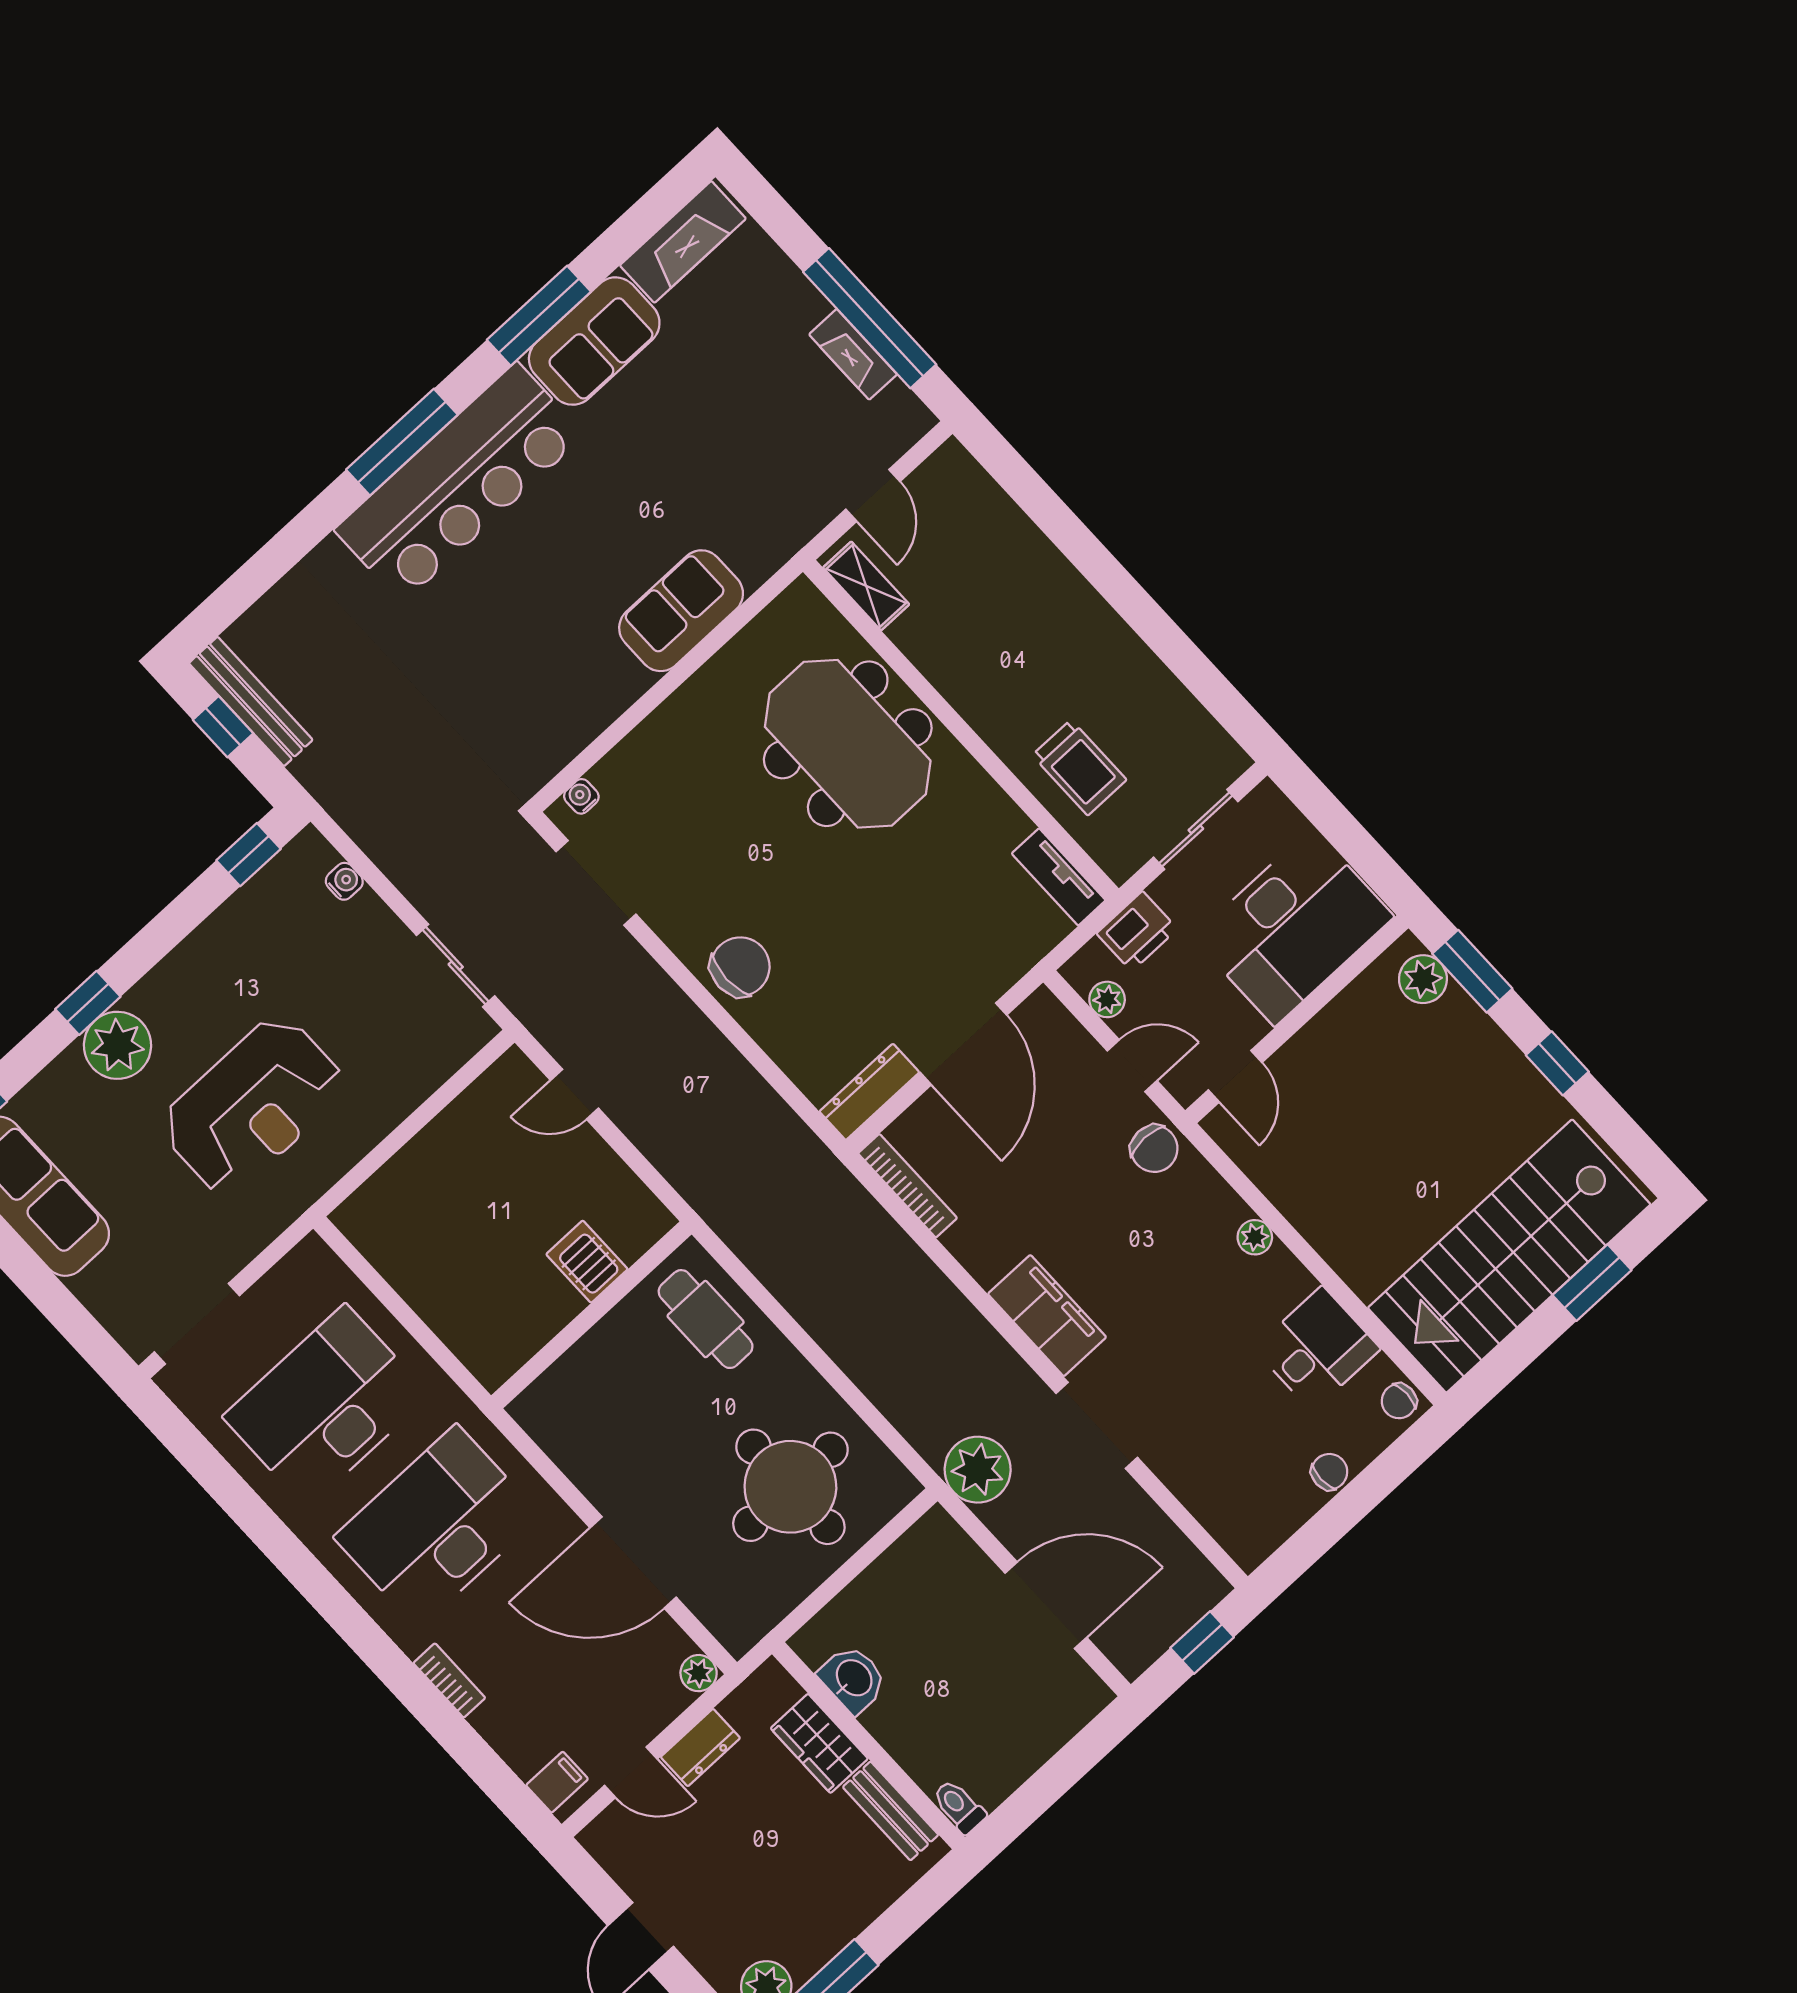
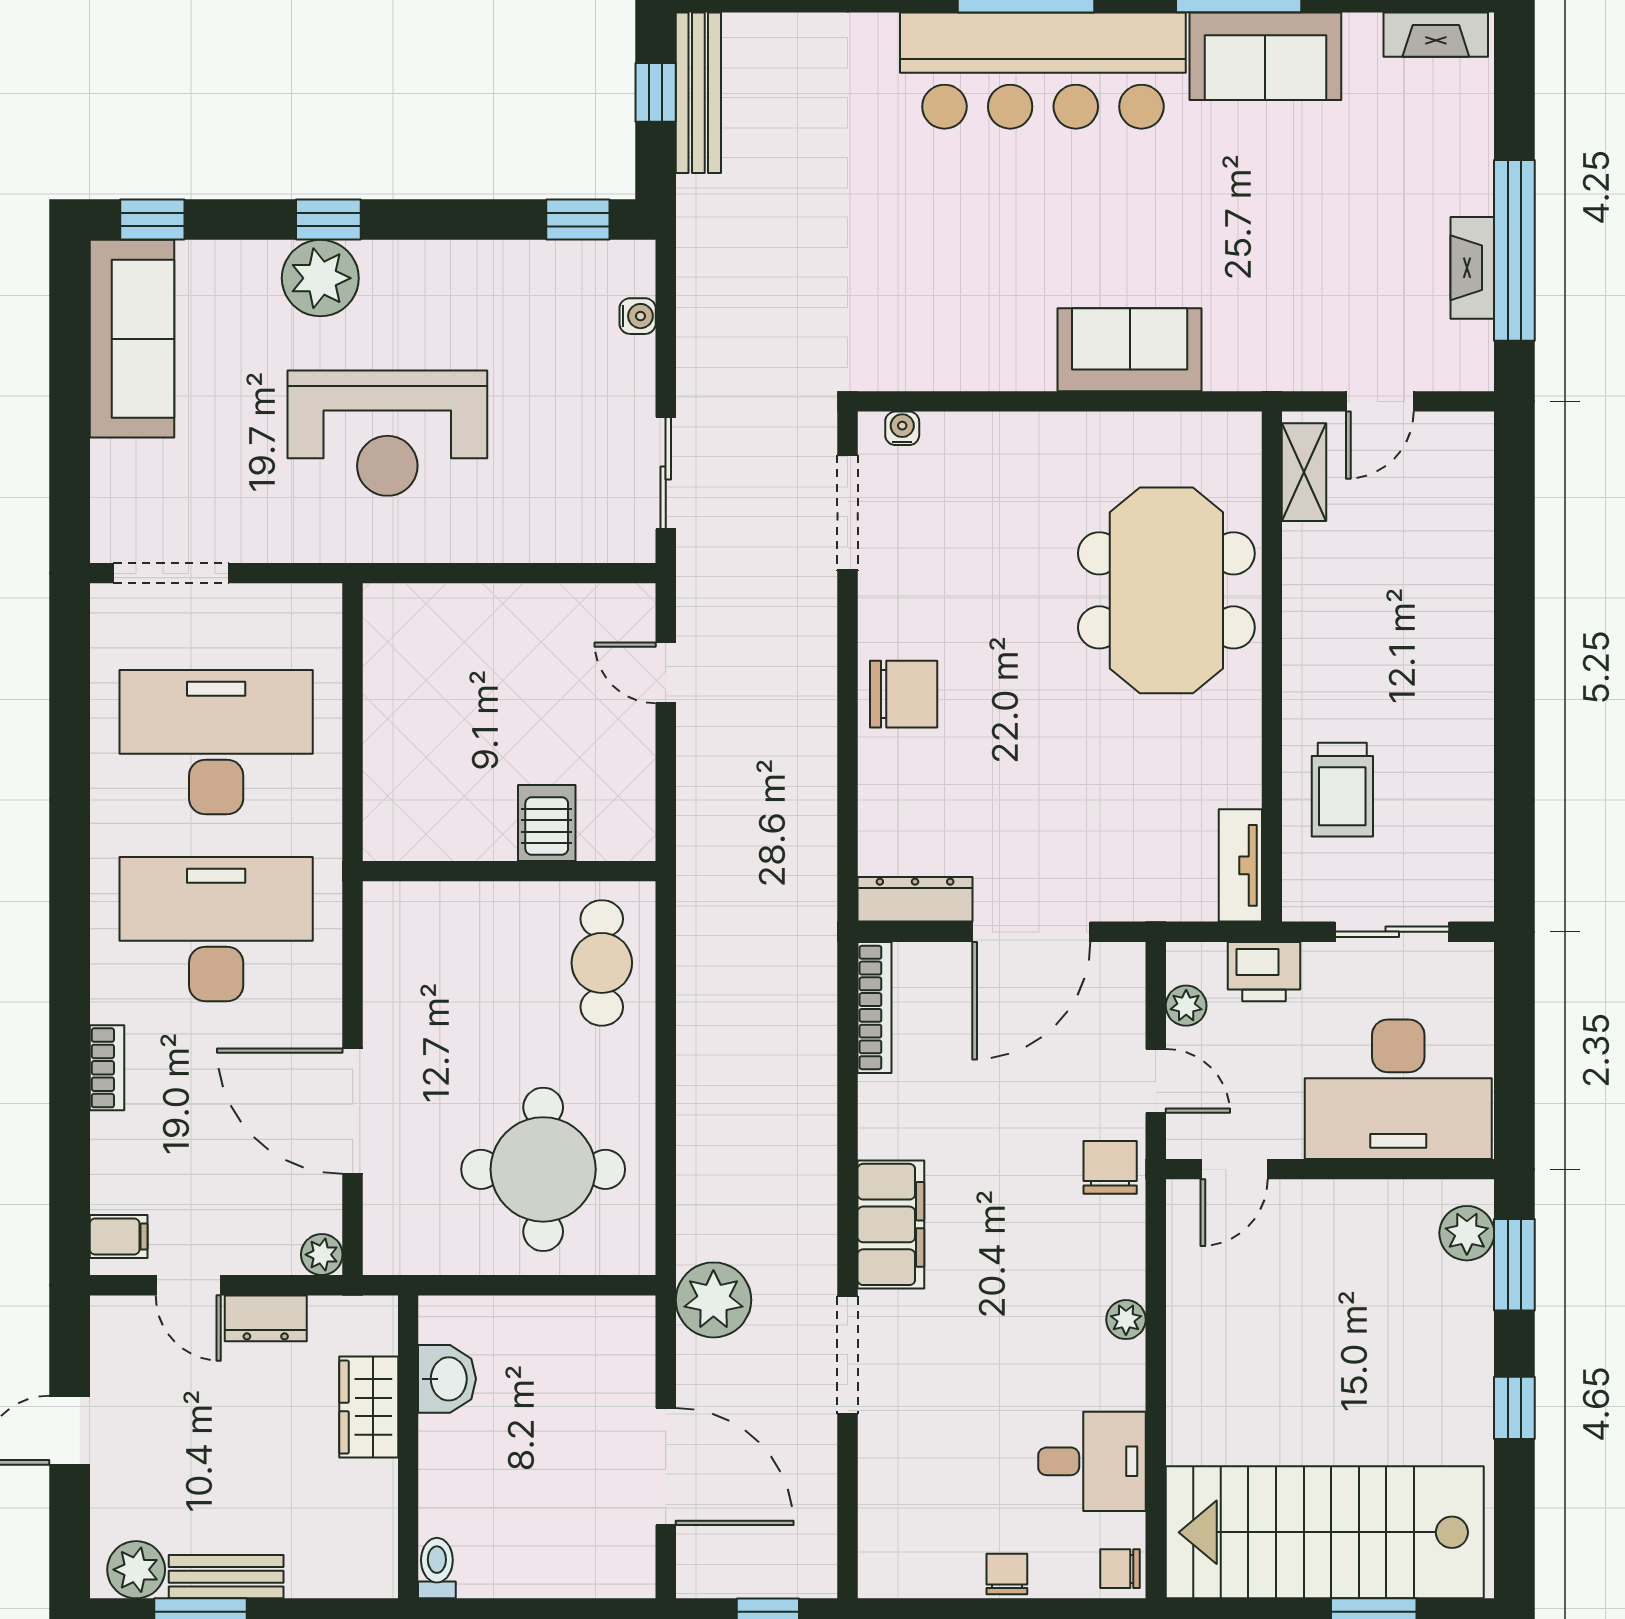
fireplace: (683, 242) -> (1436, 35), width x0.73, depth x0.76
chair: (1154, 1149) -> (1110, 1167), turned 180
chair: (1329, 1472) -> (1007, 1574), turned -90
bench: (891, 1811) -> (226, 1577), moved, turned 90

